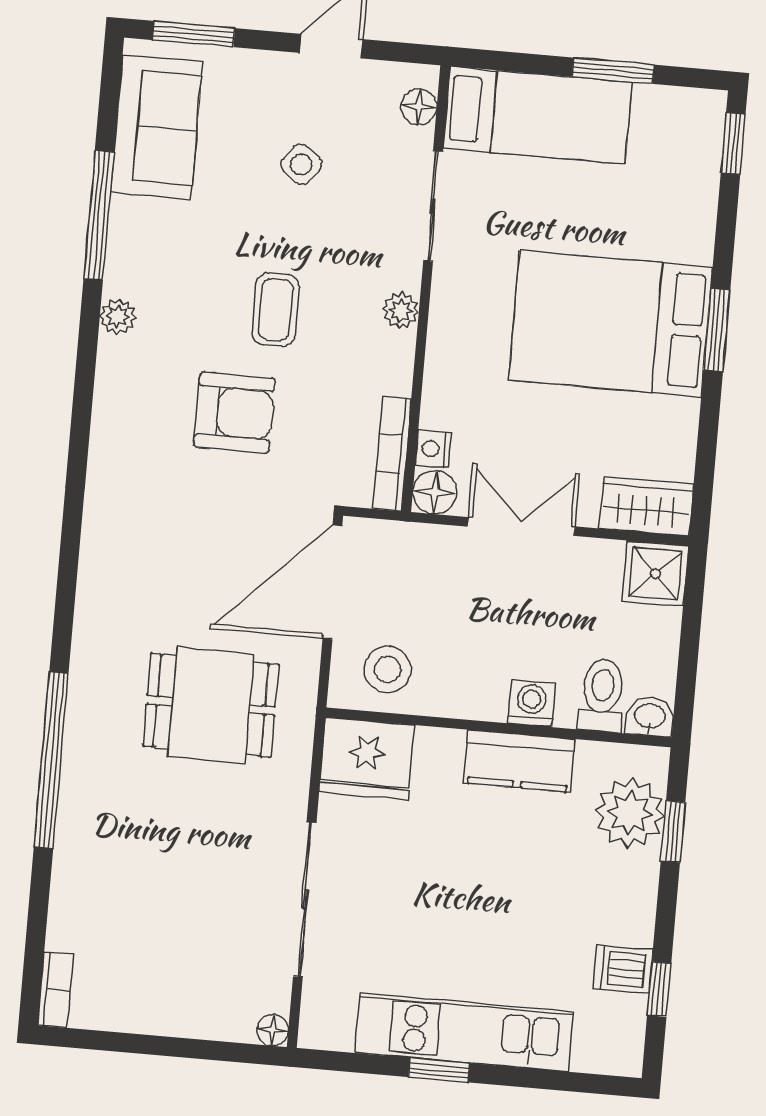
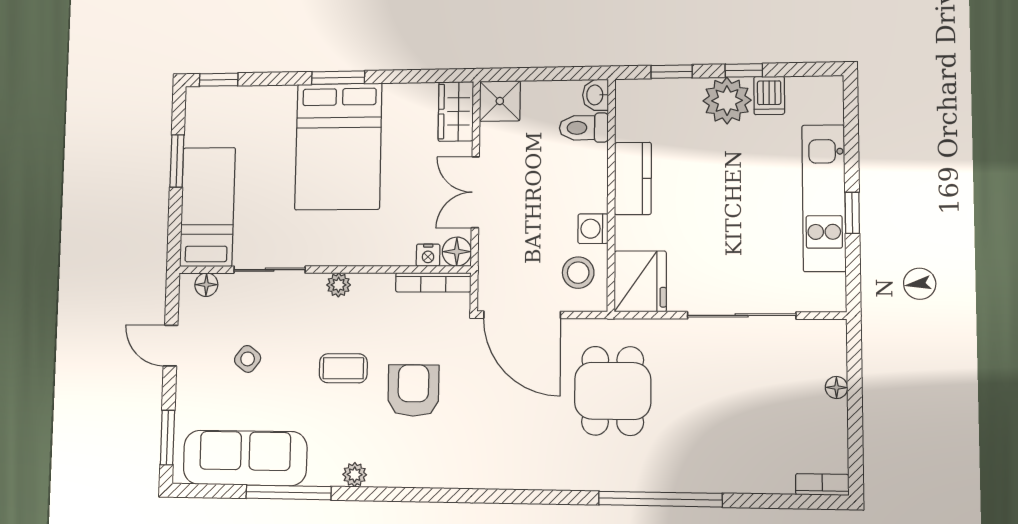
sofa: (156, 127) -> (245, 458), width x1.36
washing machine: (531, 703) -> (593, 229), moved
plant: (630, 813) -> (727, 101), moved
window: (659, 989) -> (744, 70), moved
floor lamp: (273, 1030) -> (836, 387), moved

